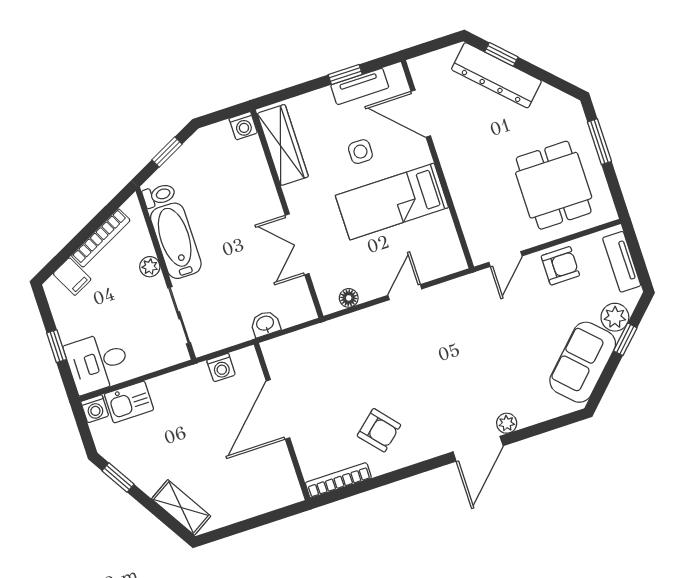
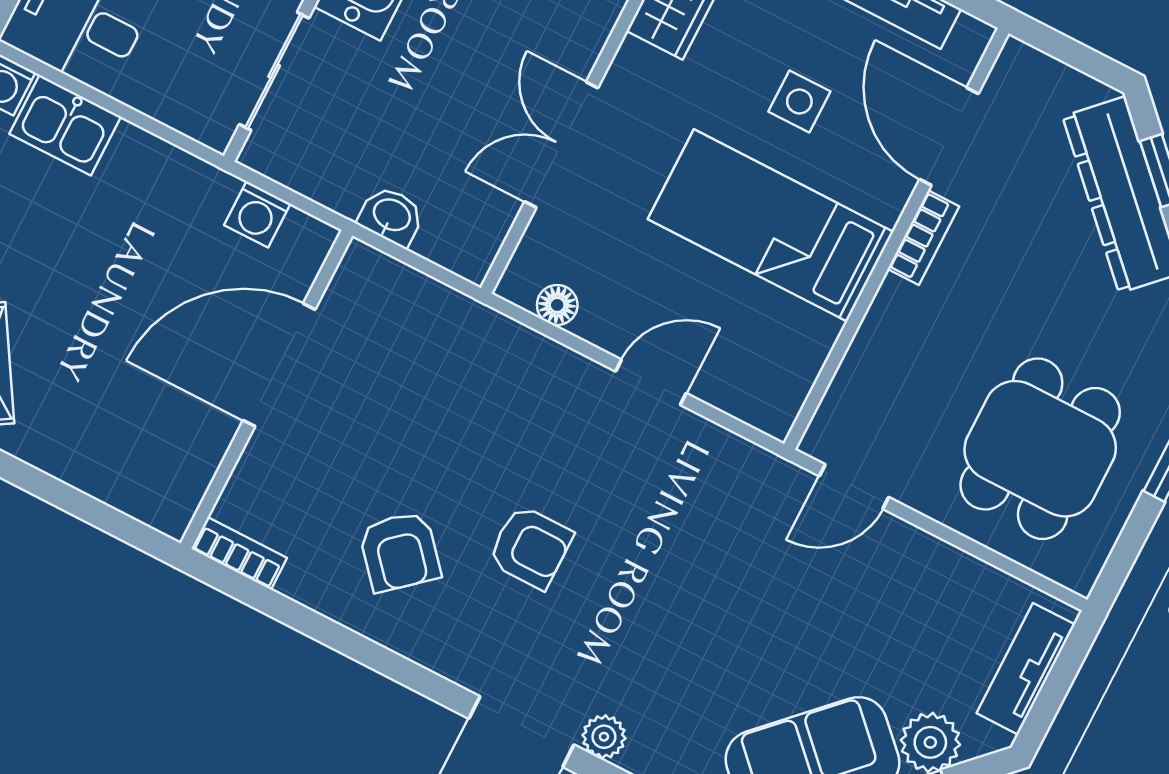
bookcase: (446, 155) -> (923, 238), added
armchair: (560, 266) -> (530, 547), moved
bookcase: (338, 480) -> (239, 553), width x0.64

